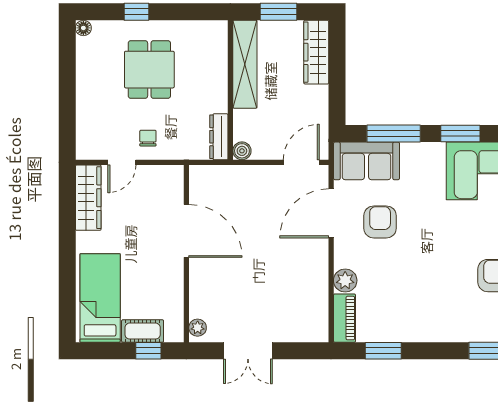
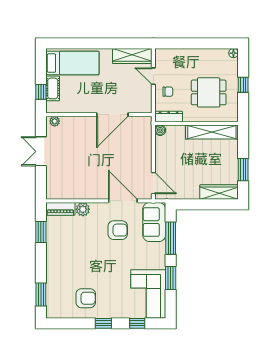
shelving: (245, 64) -> (212, 132), moved
wall: (230, 90) -> (196, 123), moved
dresser: (219, 137) -> (169, 116), moved
boiler: (242, 151) -> (160, 130), moved

